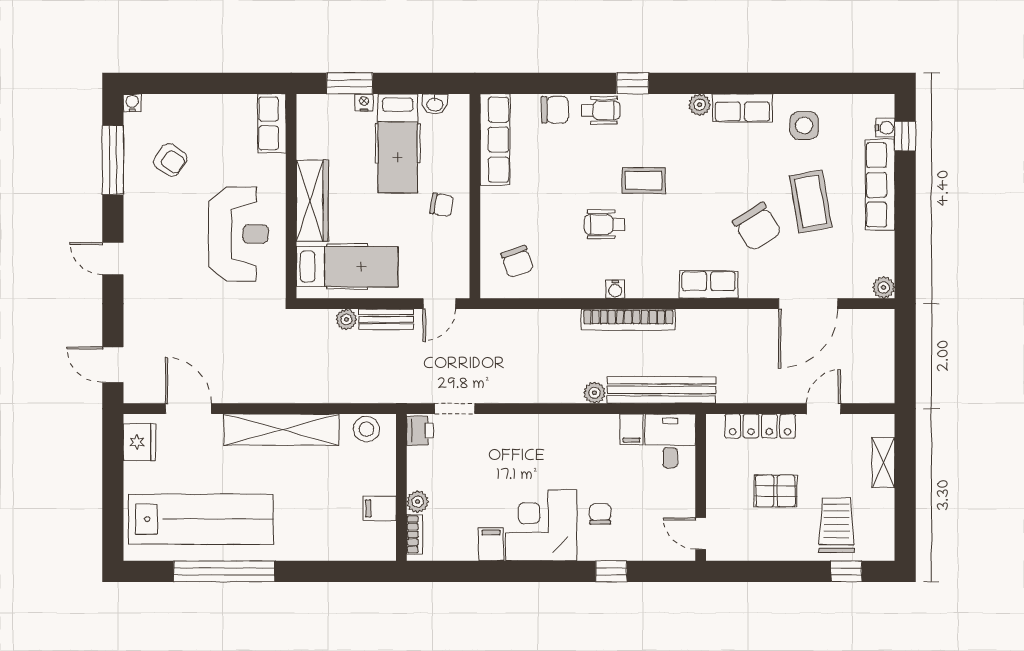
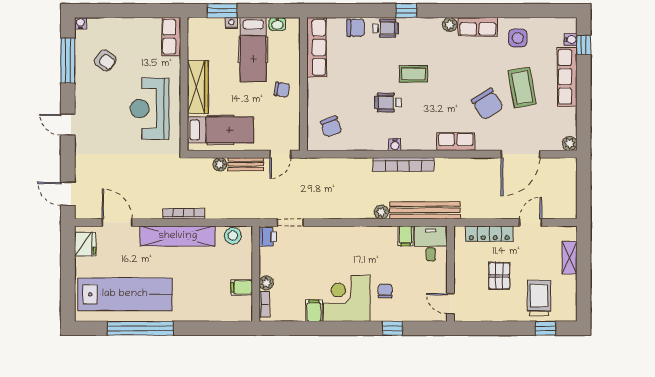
reception desk: (238, 234) -> (150, 109), turned 180
bookcase: (291, 395) -> (184, 214), added
pallet: (775, 491) -> (499, 276), turned 90

